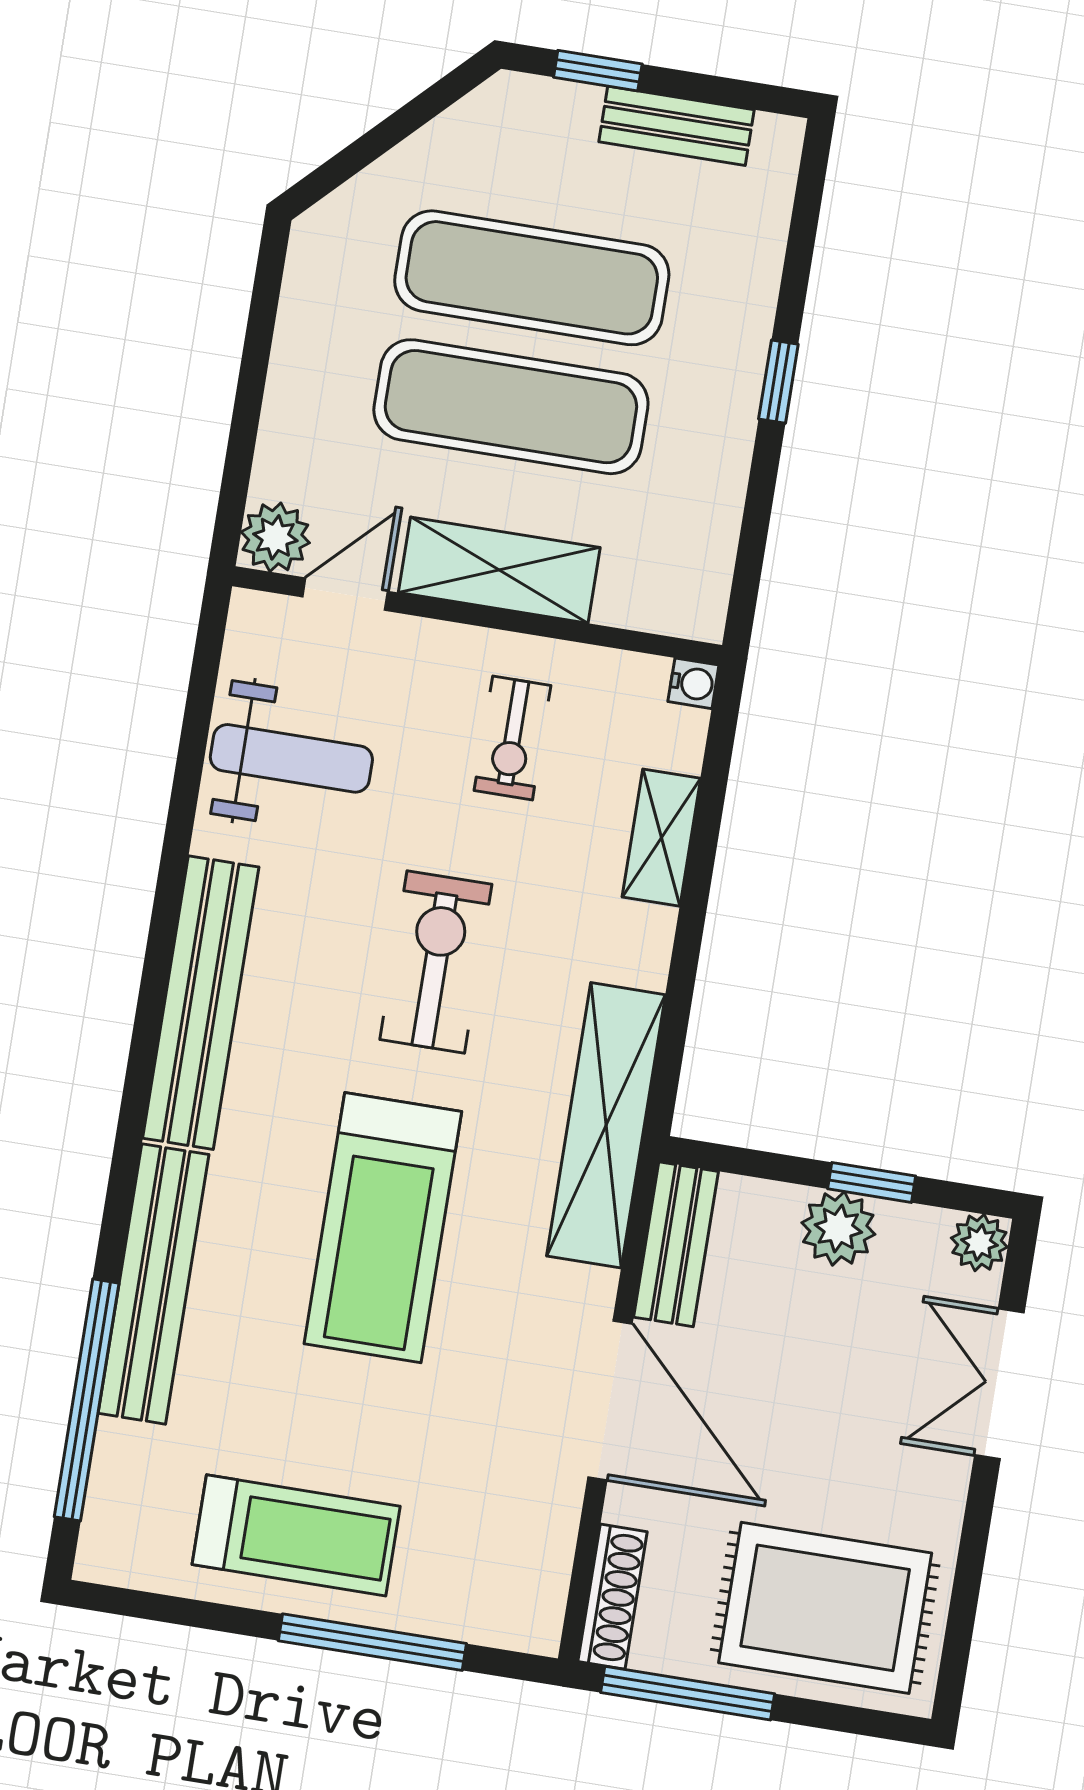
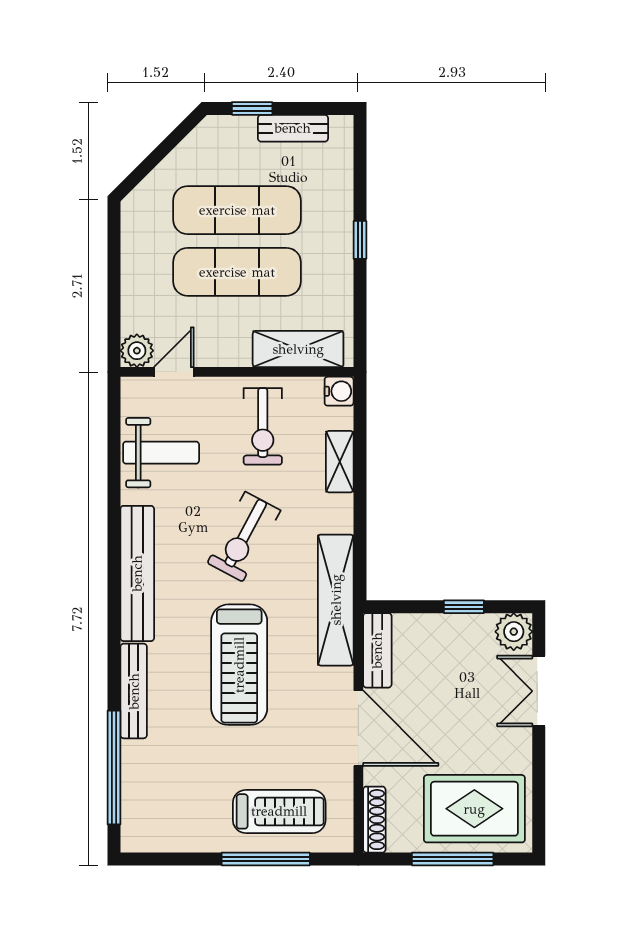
shelving: (499, 570) -> (298, 349), moved
water cooler: (693, 683) -> (339, 391), width x1.38, depth x1.38
exercise bike: (513, 738) -> (263, 426), width x1.38, depth x1.39
exercise bike: (436, 962) -> (244, 537), turned -152
plant: (838, 1228) -> (452, 631), removed
plant: (979, 1243) -> (514, 632), width x1.38, depth x1.38
bench: (154, 1284) -> (134, 691), width x0.73, depth x0.82
treadmill: (296, 1535) -> (279, 811), moved
window: (688, 1693) -> (453, 859), moved

